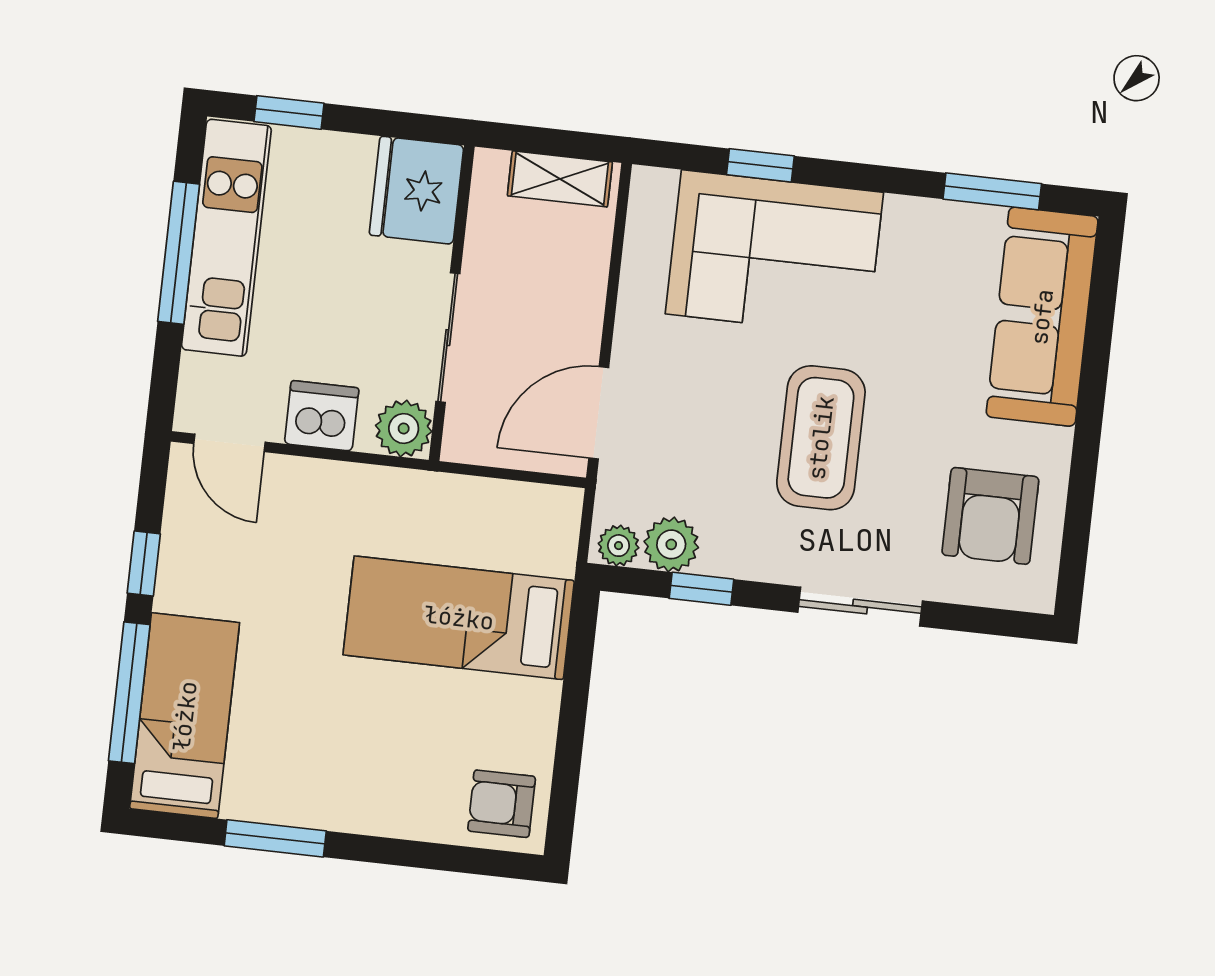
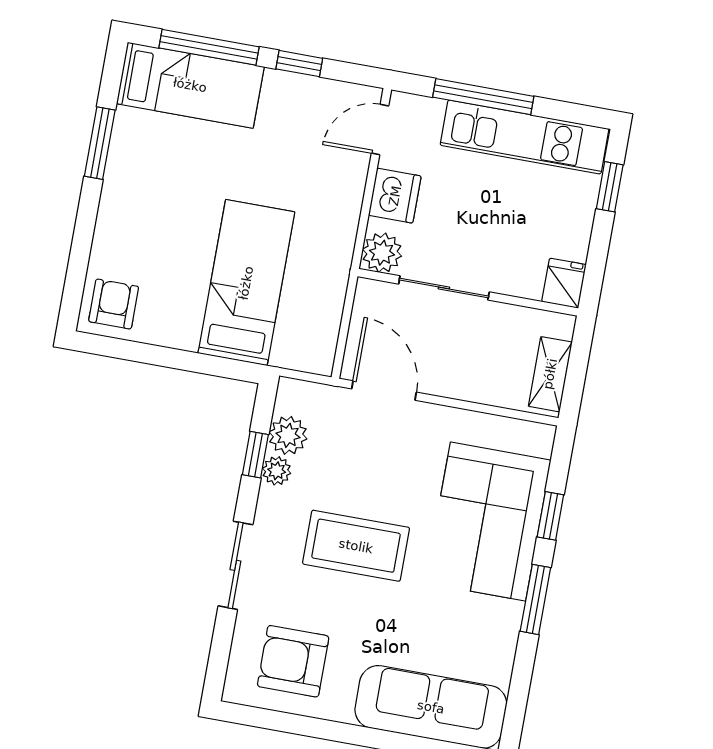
fridge: (417, 190) -> (564, 283), width x0.53, depth x0.75
window: (992, 191) -> (535, 599), moved
window: (179, 253) -> (483, 97), moved
plant: (619, 546) -> (277, 471), moved

